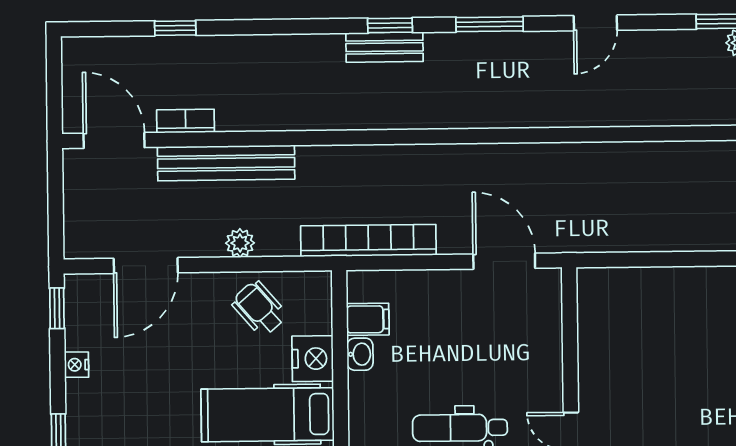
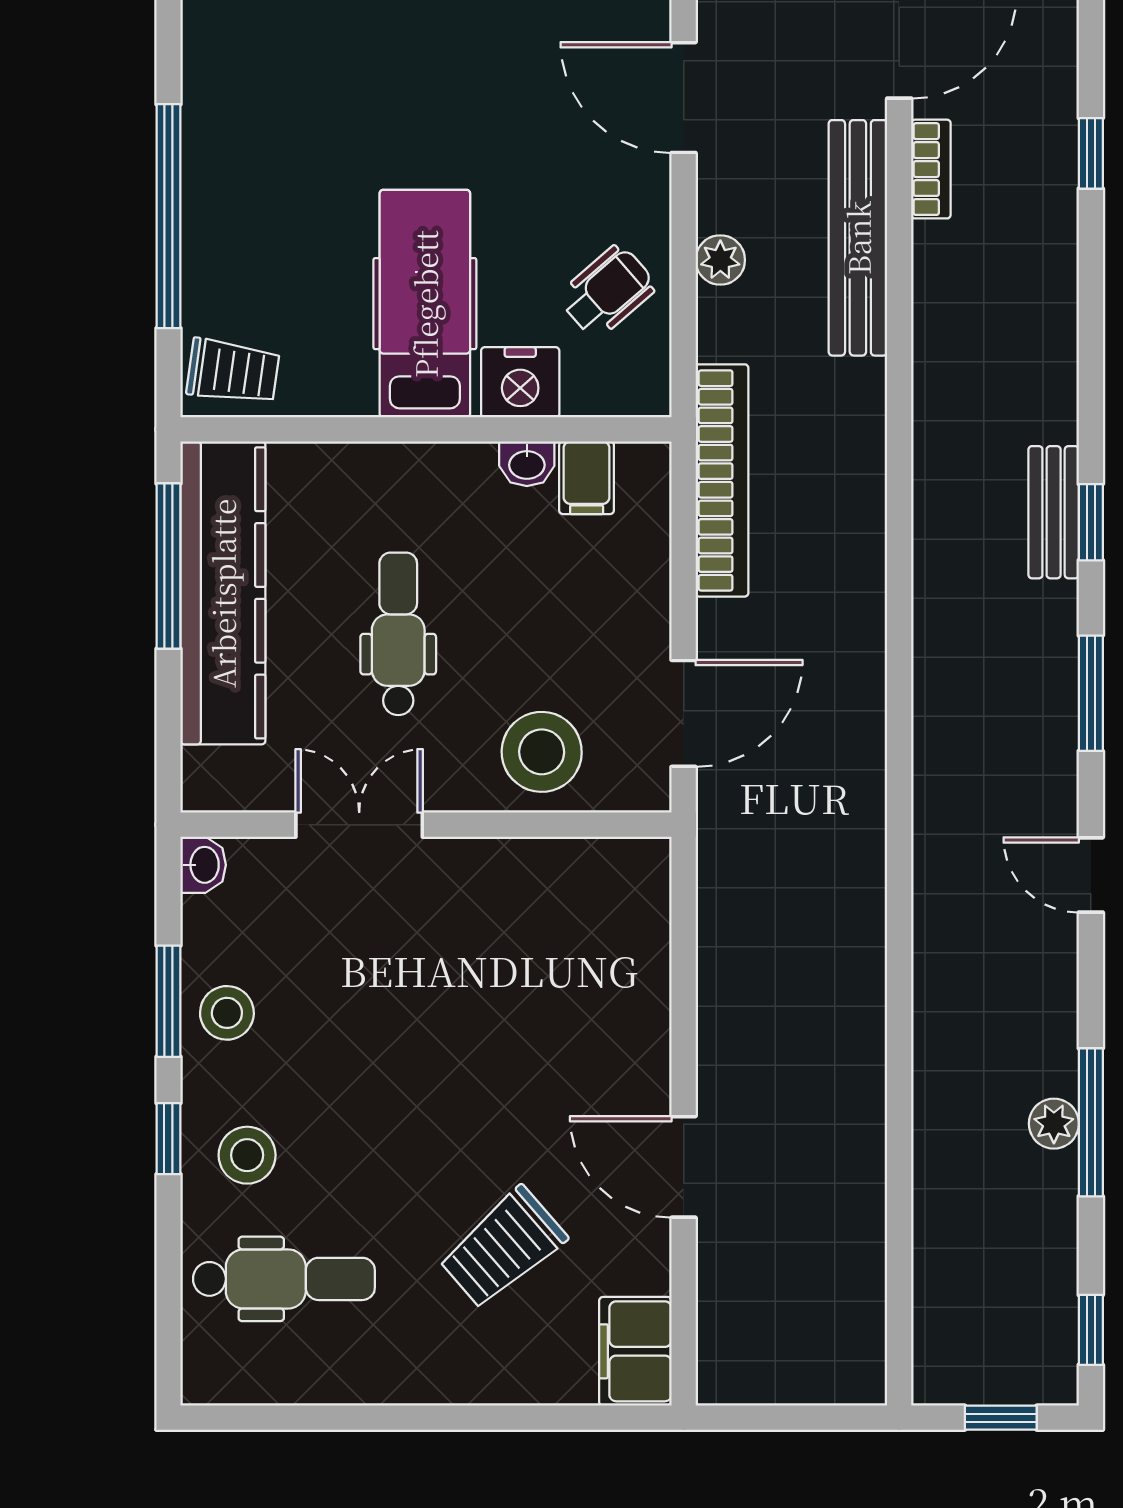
stool: (528, 343) -> (542, 752), added

